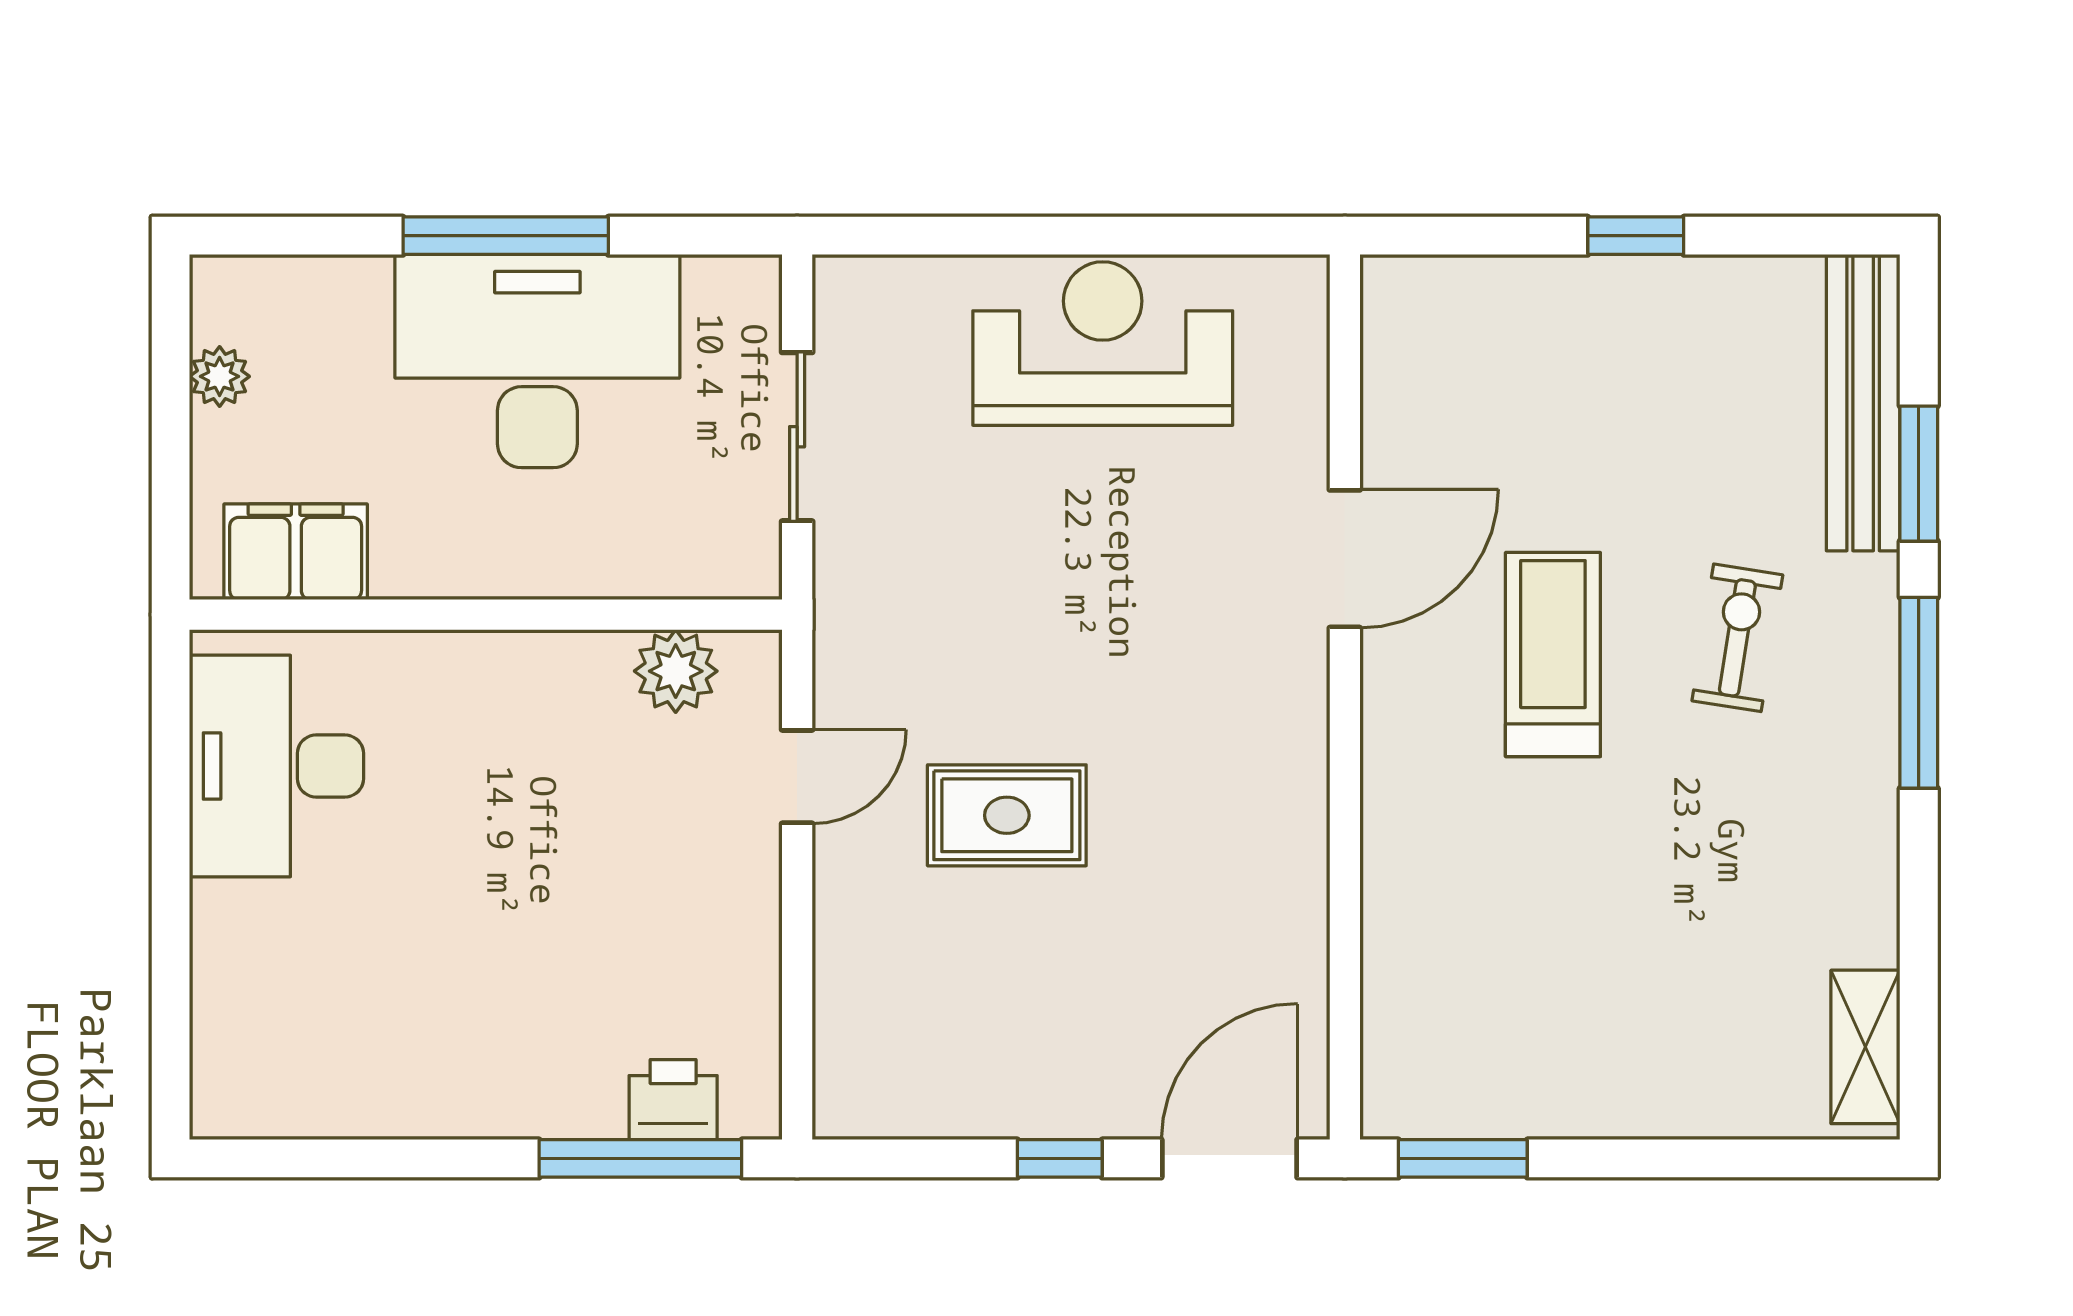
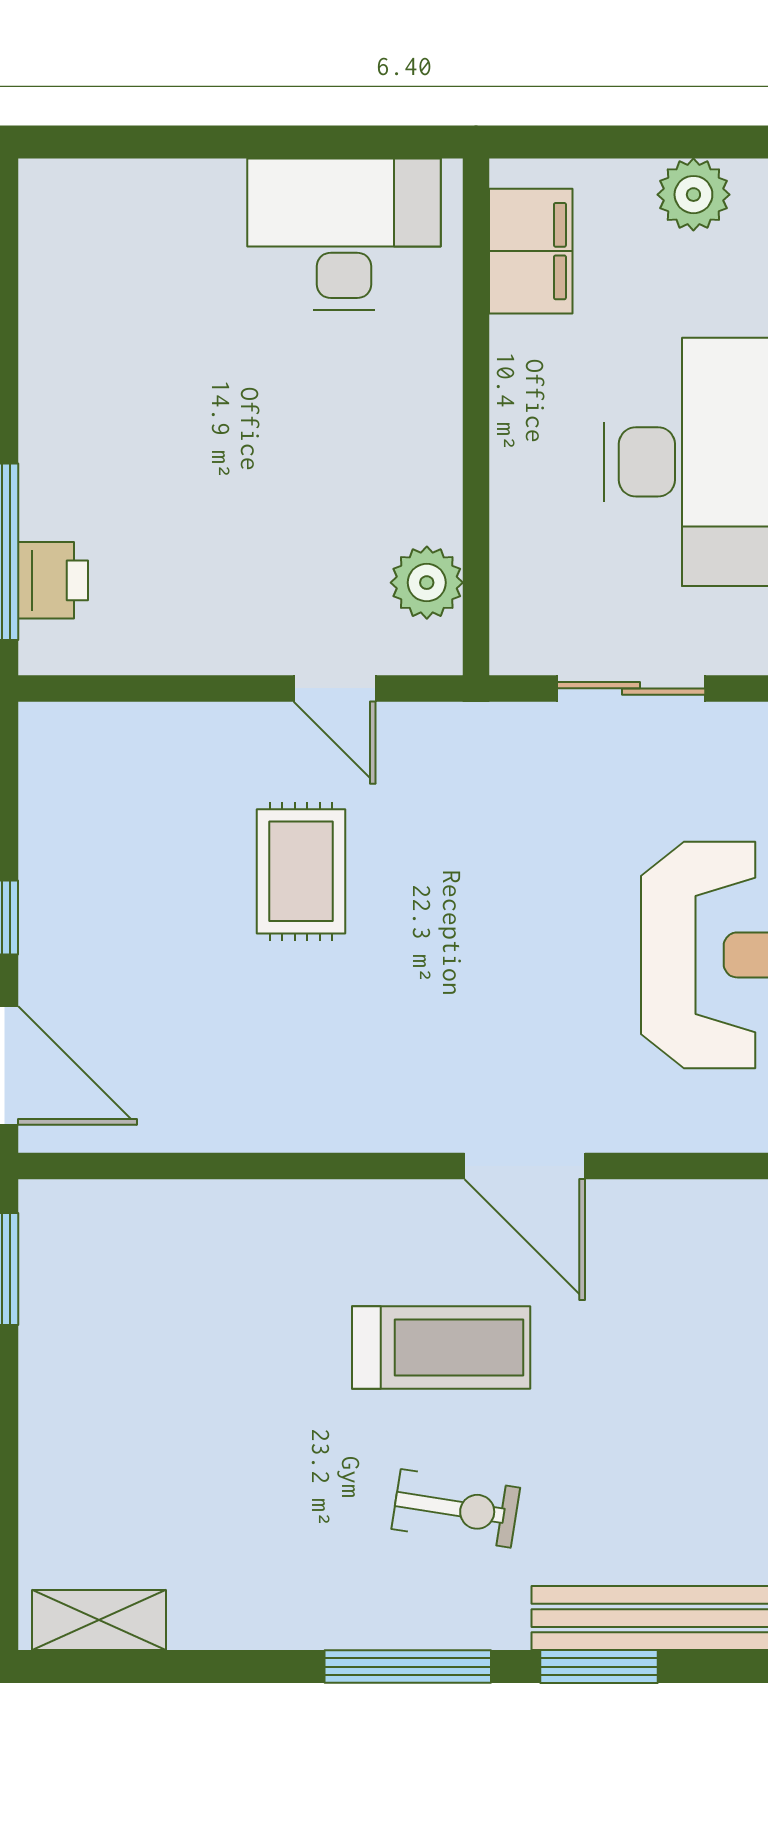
plant: (220, 376) -> (693, 195), width x1.38, depth x1.38

